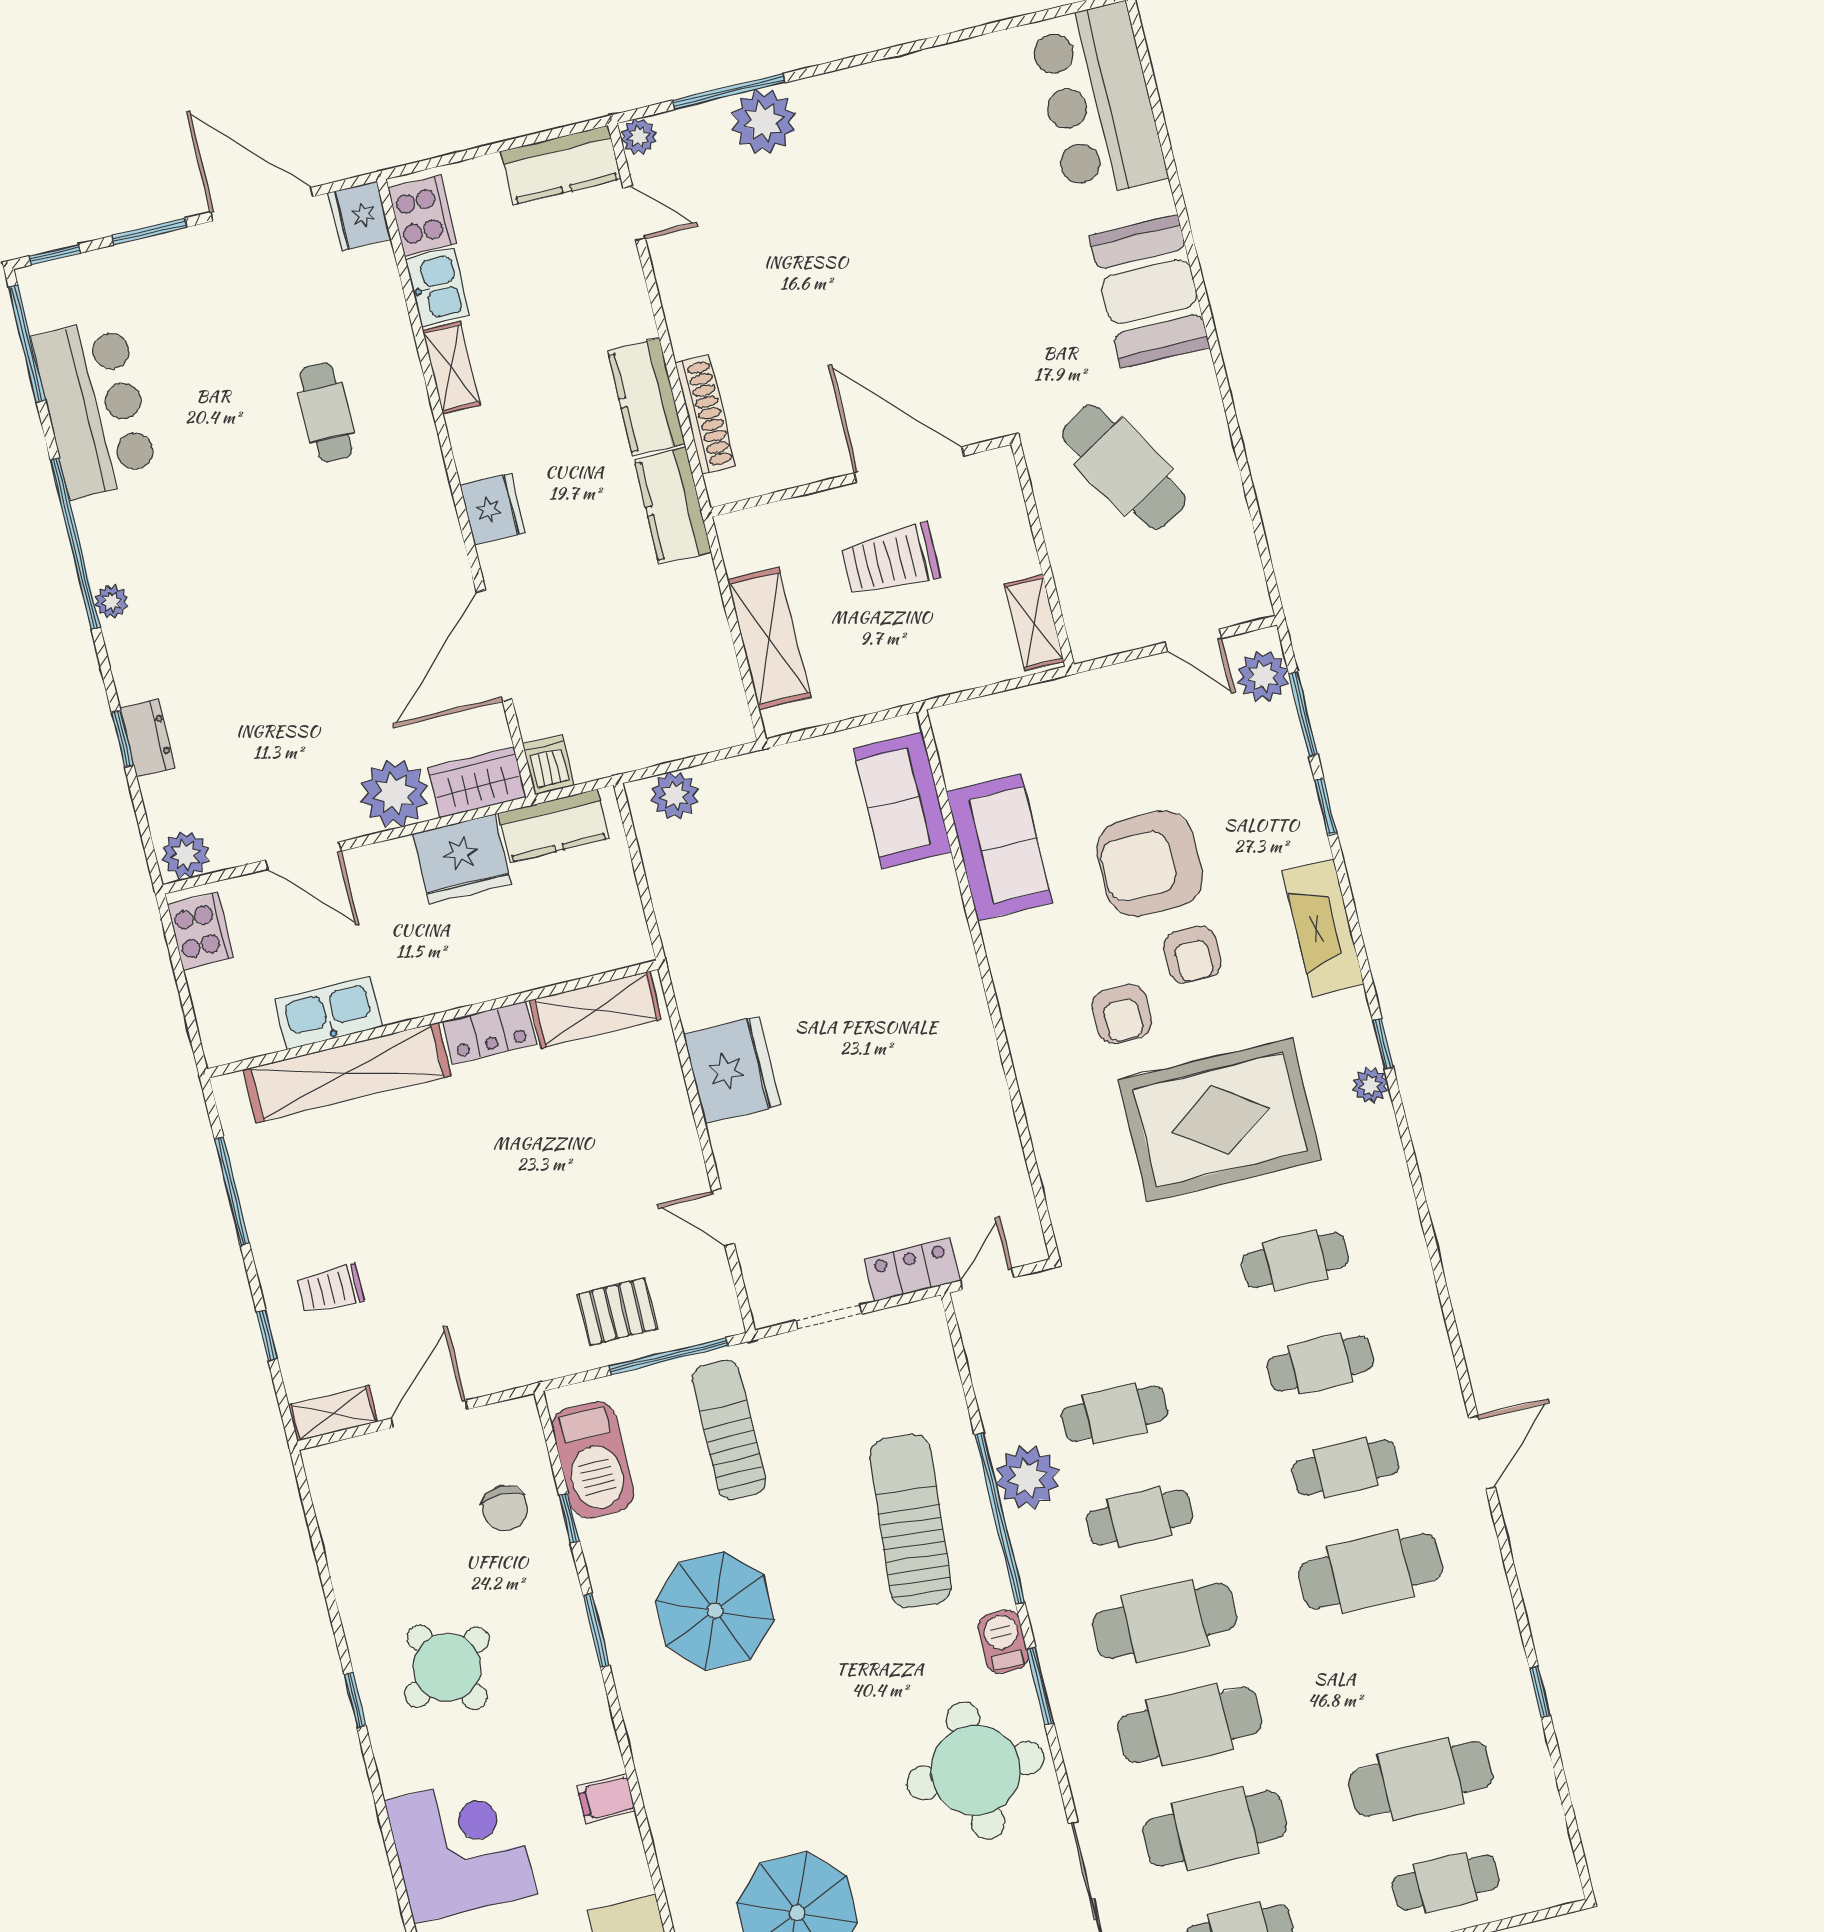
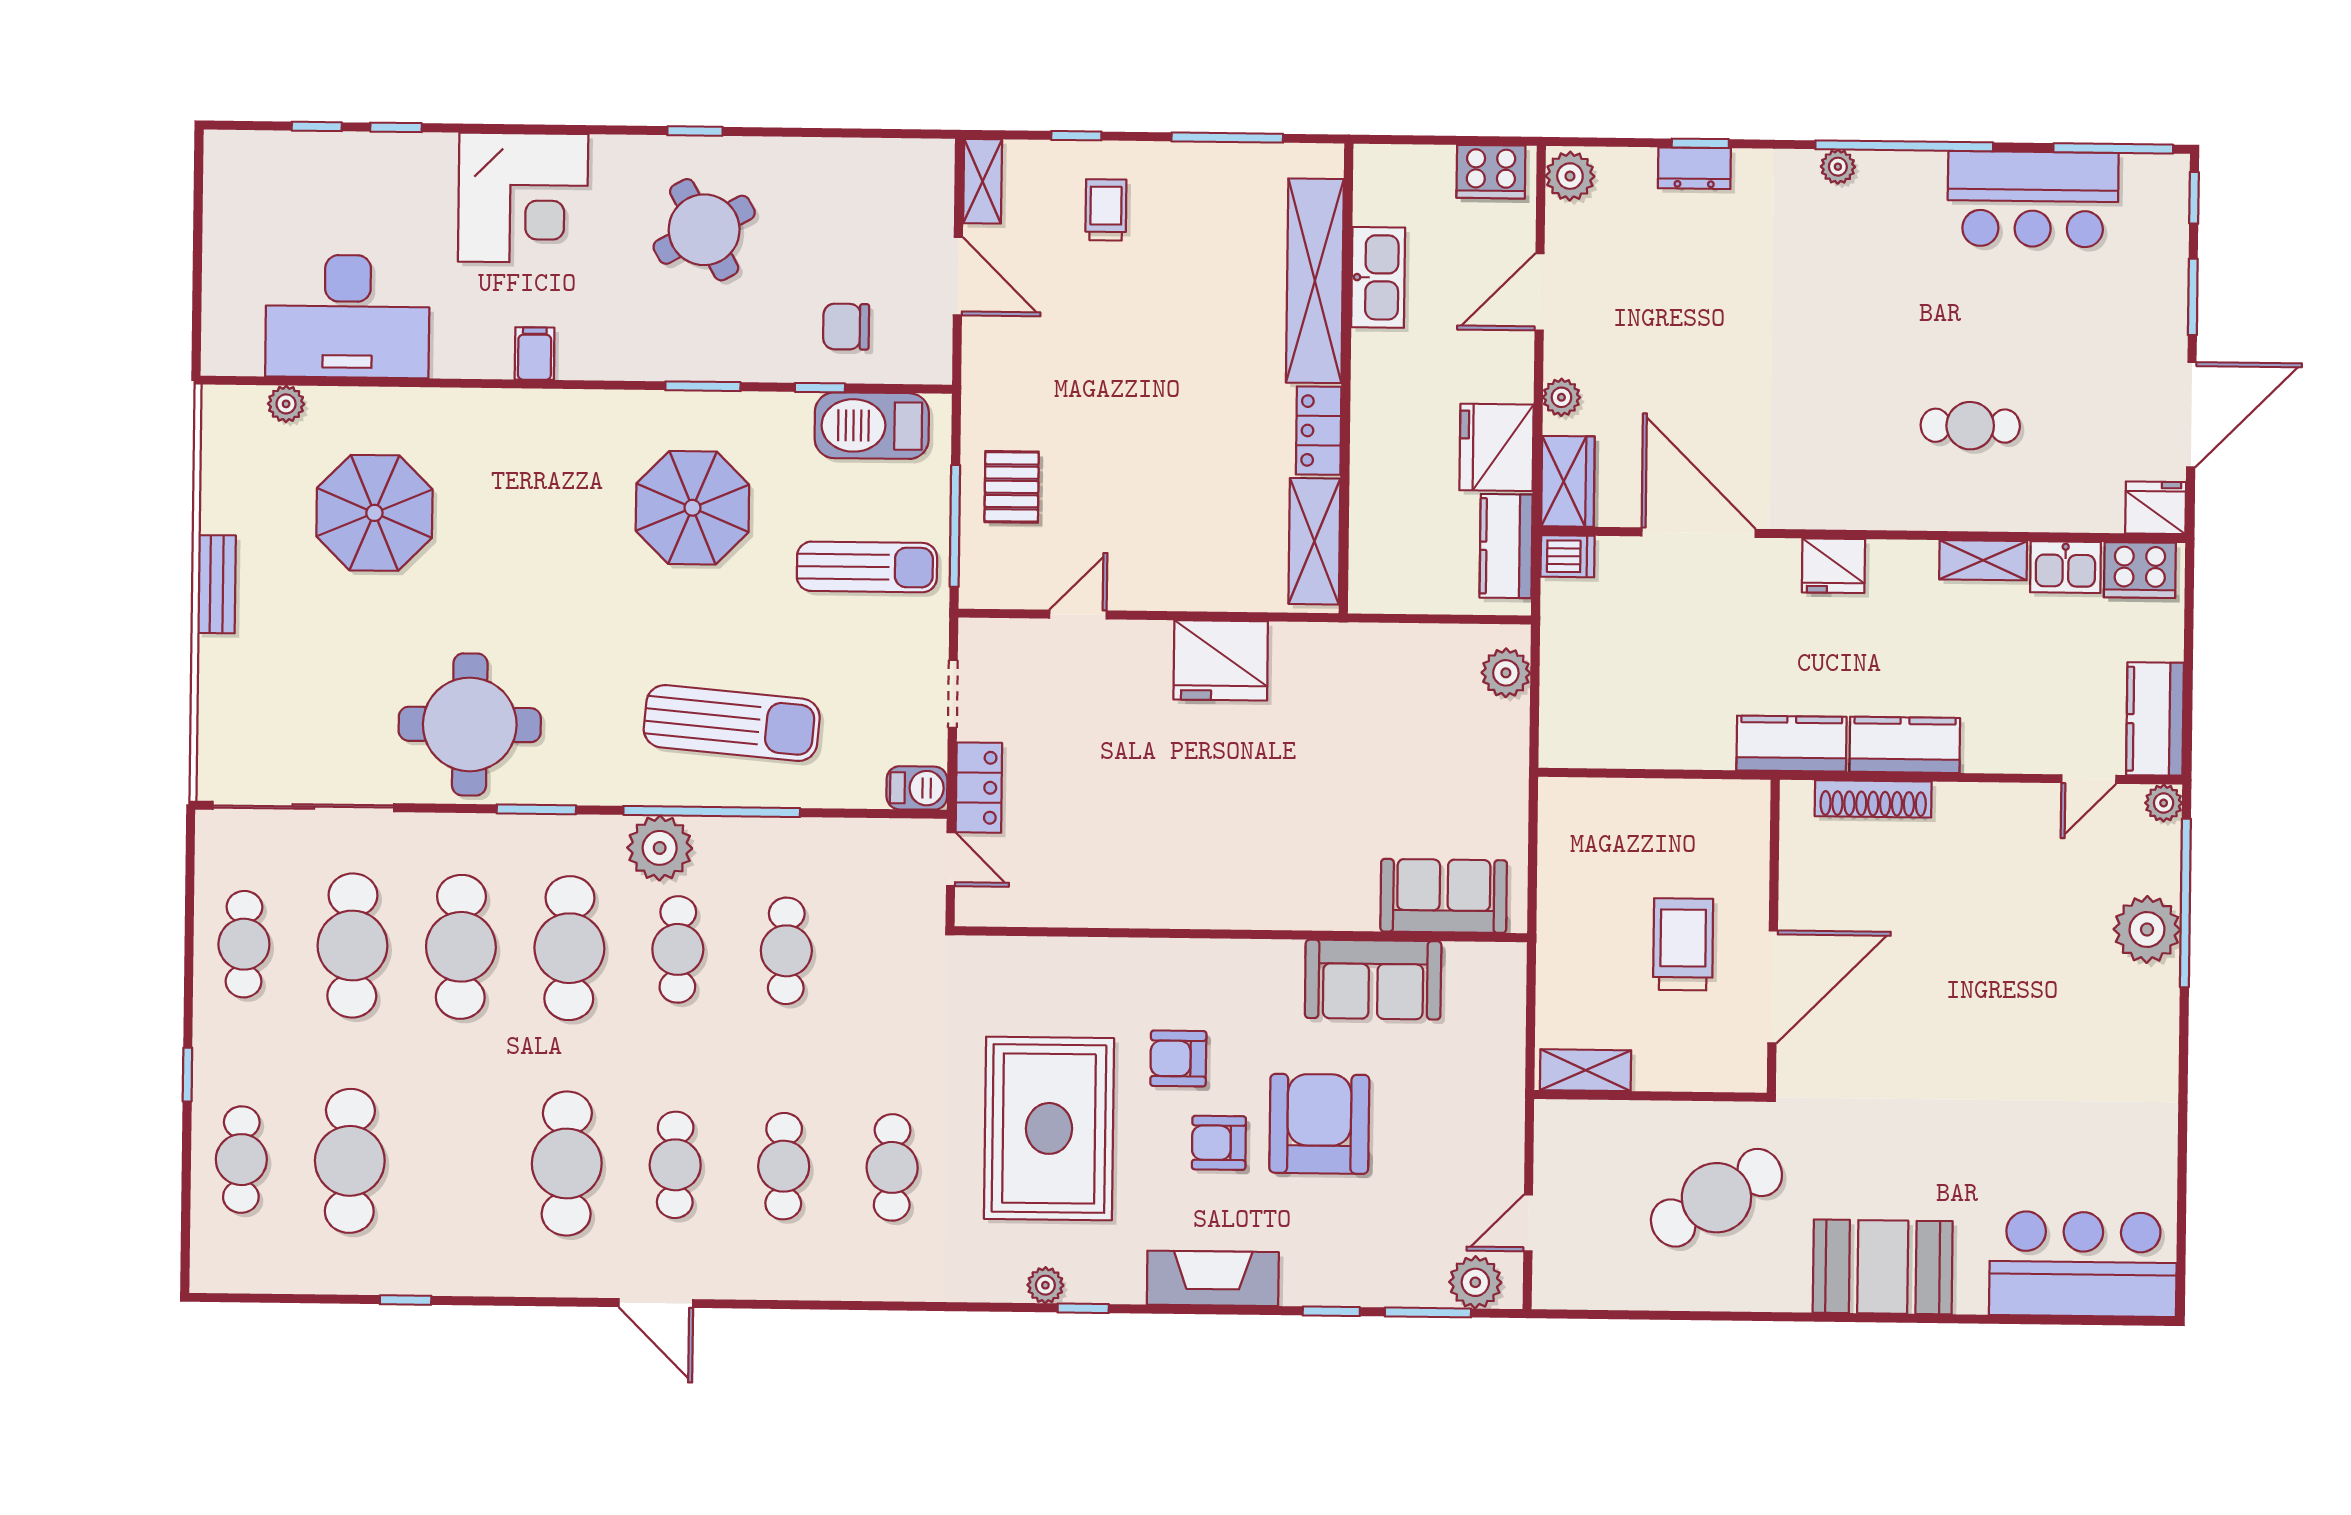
window: (729, 91) -> (2185, 903), width x1.46
shelving: (769, 638) -> (1636, 805), removed
plant: (395, 793) -> (1561, 397), width x0.53, depth x0.53
plant: (1027, 1477) -> (660, 848), moved
barbecue: (1003, 1642) -> (917, 788), moved

